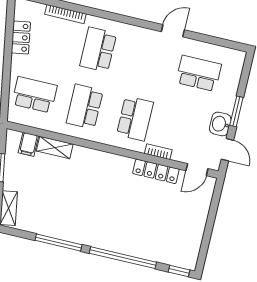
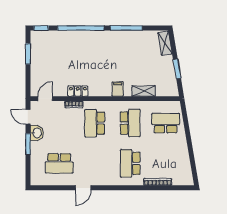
locker: (21, 38) -> (184, 159), removed
school desk: (98, 50) -> (130, 163), turned 180
school desk: (34, 95) -> (166, 123), turned 180
filing cabinet: (28, 144) -> (118, 89), moved
locker: (156, 171) -> (78, 91), width x0.66
window: (206, 239) -> (28, 54), added

